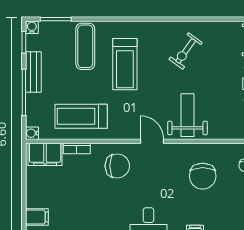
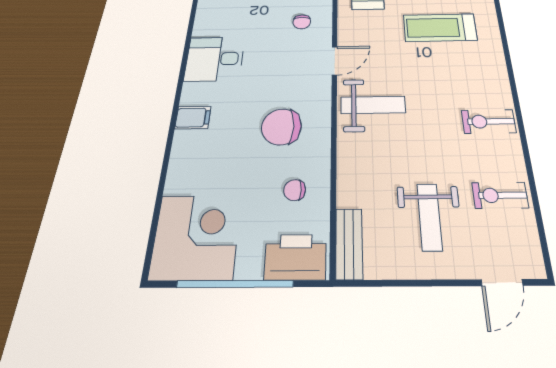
exercise bike: (186, 51) -> (489, 122), moved, turned -36
chair: (117, 166) -> (302, 22), width x0.54, depth x0.54

